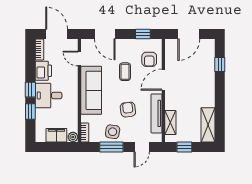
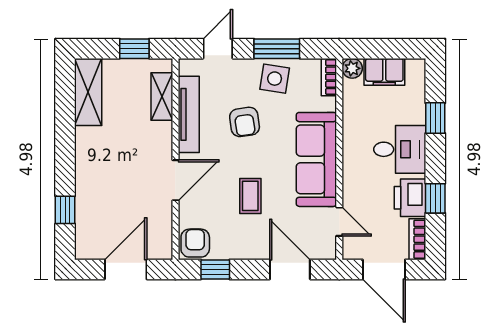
armchair: (149, 59) -> (195, 243), moved
window: (30, 90) -> (435, 198), moved

